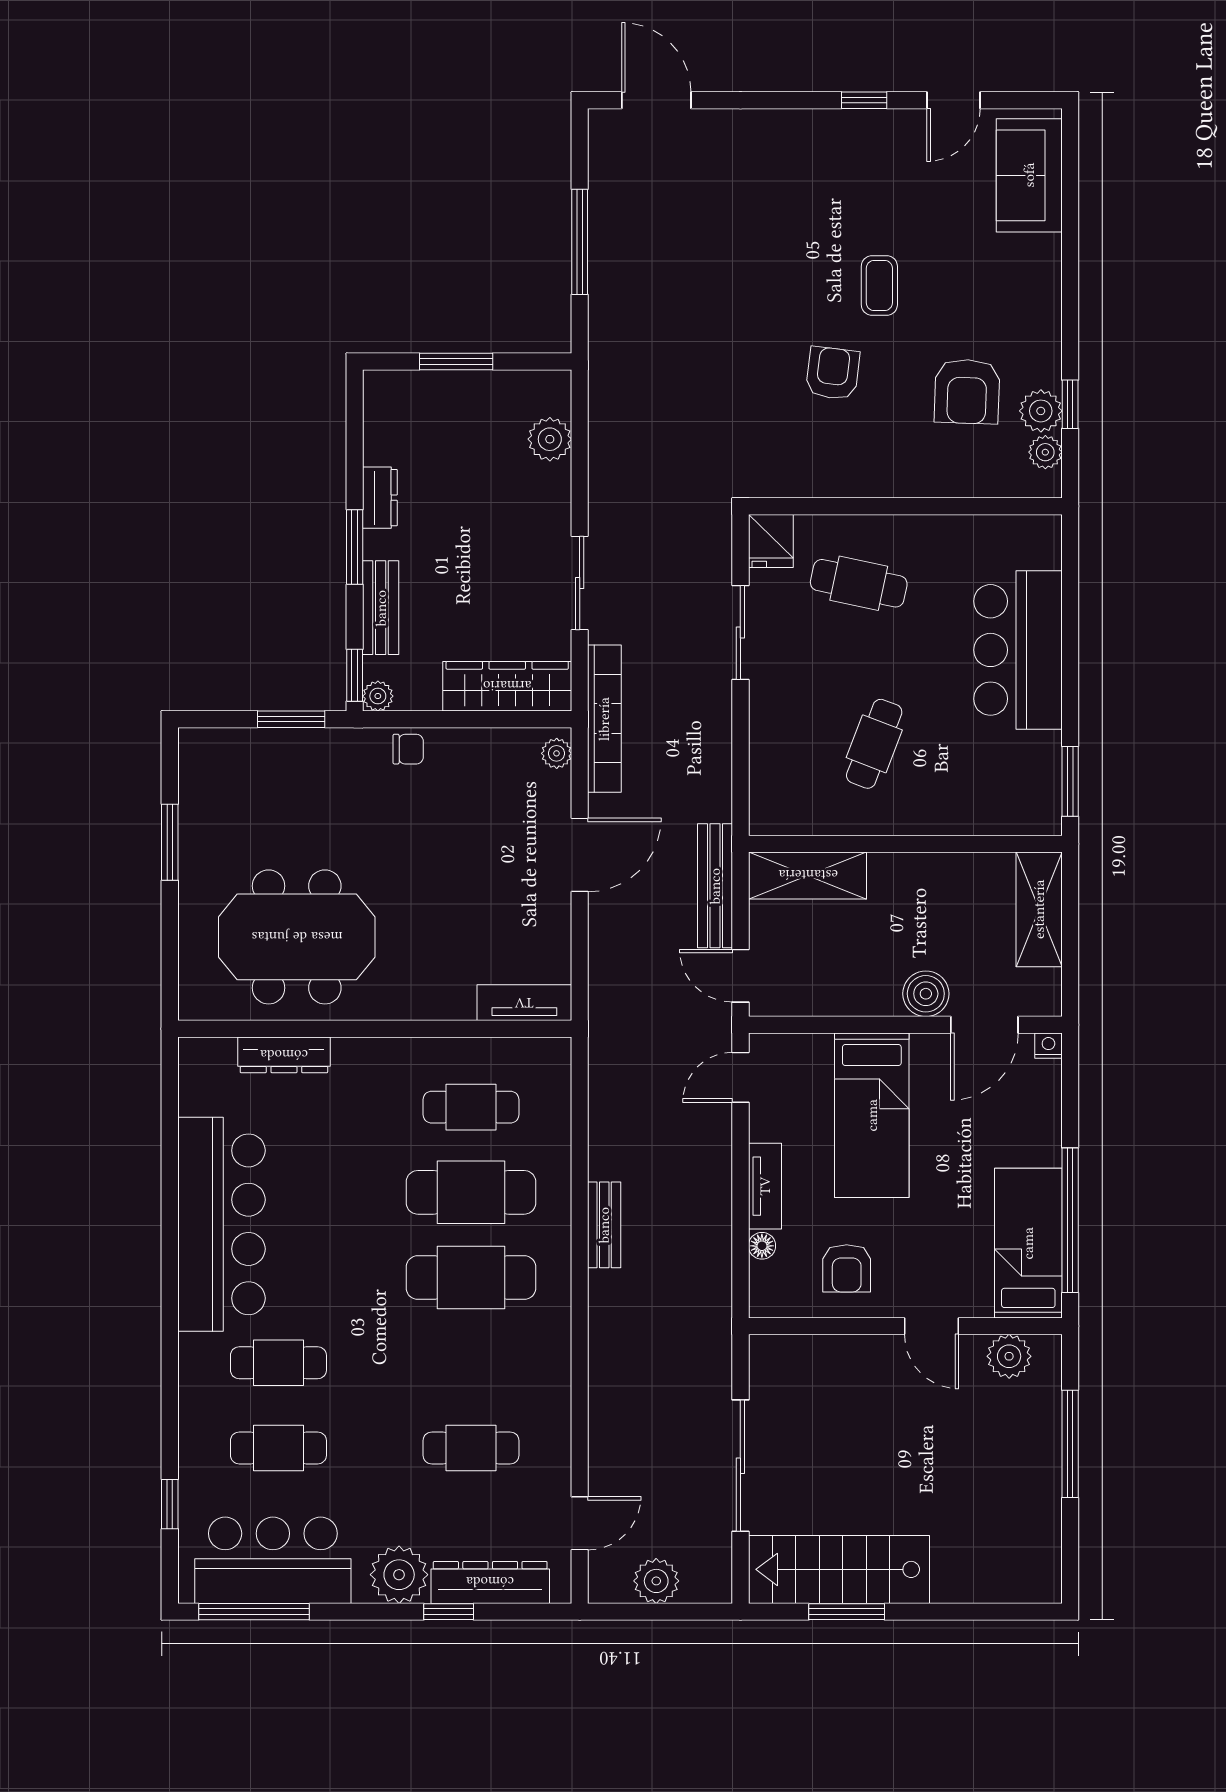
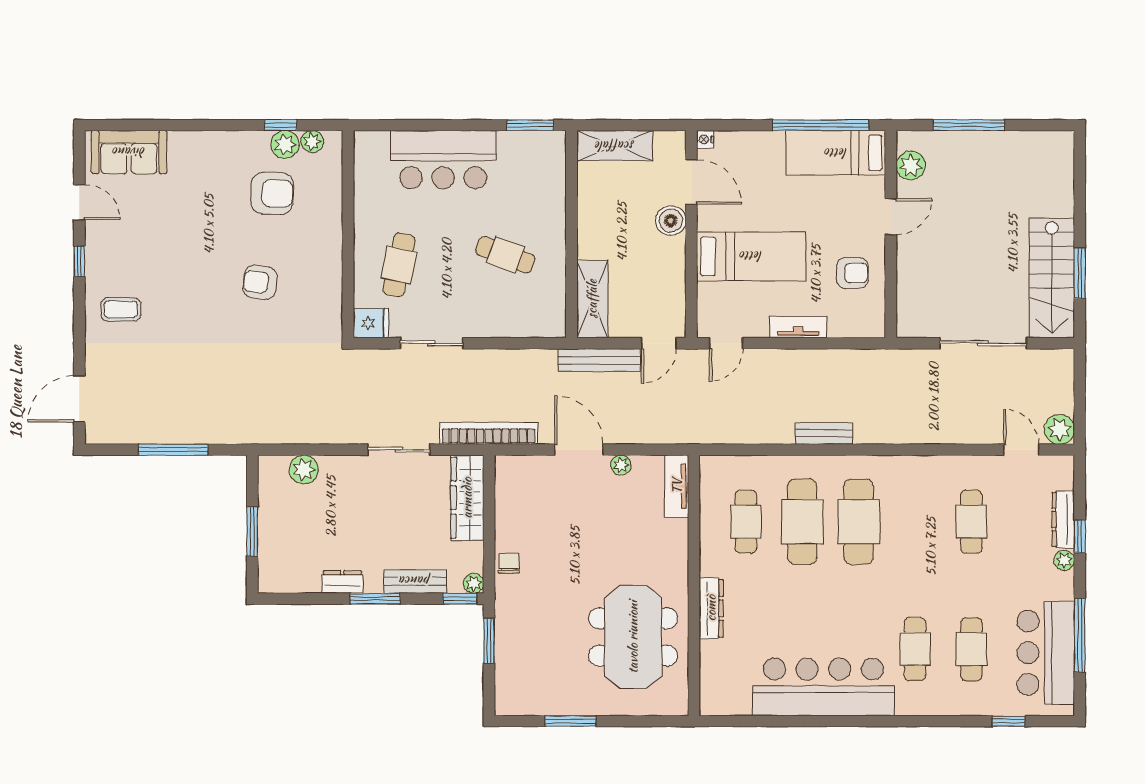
coffee table: (879, 286) -> (121, 309), moved
plant: (557, 753) -> (621, 465), moved
dresser: (284, 1055) -> (711, 608), moved
door: (740, 1077) -> (726, 343), hinge flipped
floor lamp: (762, 1246) -> (838, 329), removed
plant: (399, 1575) -> (1064, 560), width x0.53, depth x0.53
plant: (656, 1581) -> (1059, 429), moved
dresser: (490, 1582) -> (1063, 519), width x0.73, depth x0.80
window: (254, 1612) -> (1080, 635), moved

